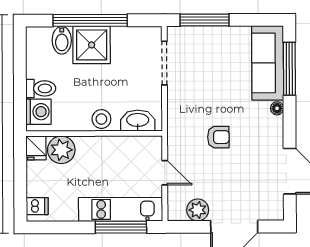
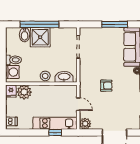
window: (205, 20) -> (115, 24), moved
plant: (198, 210) -> (85, 124), moved
window: (121, 227) -> (55, 133), width x0.46

